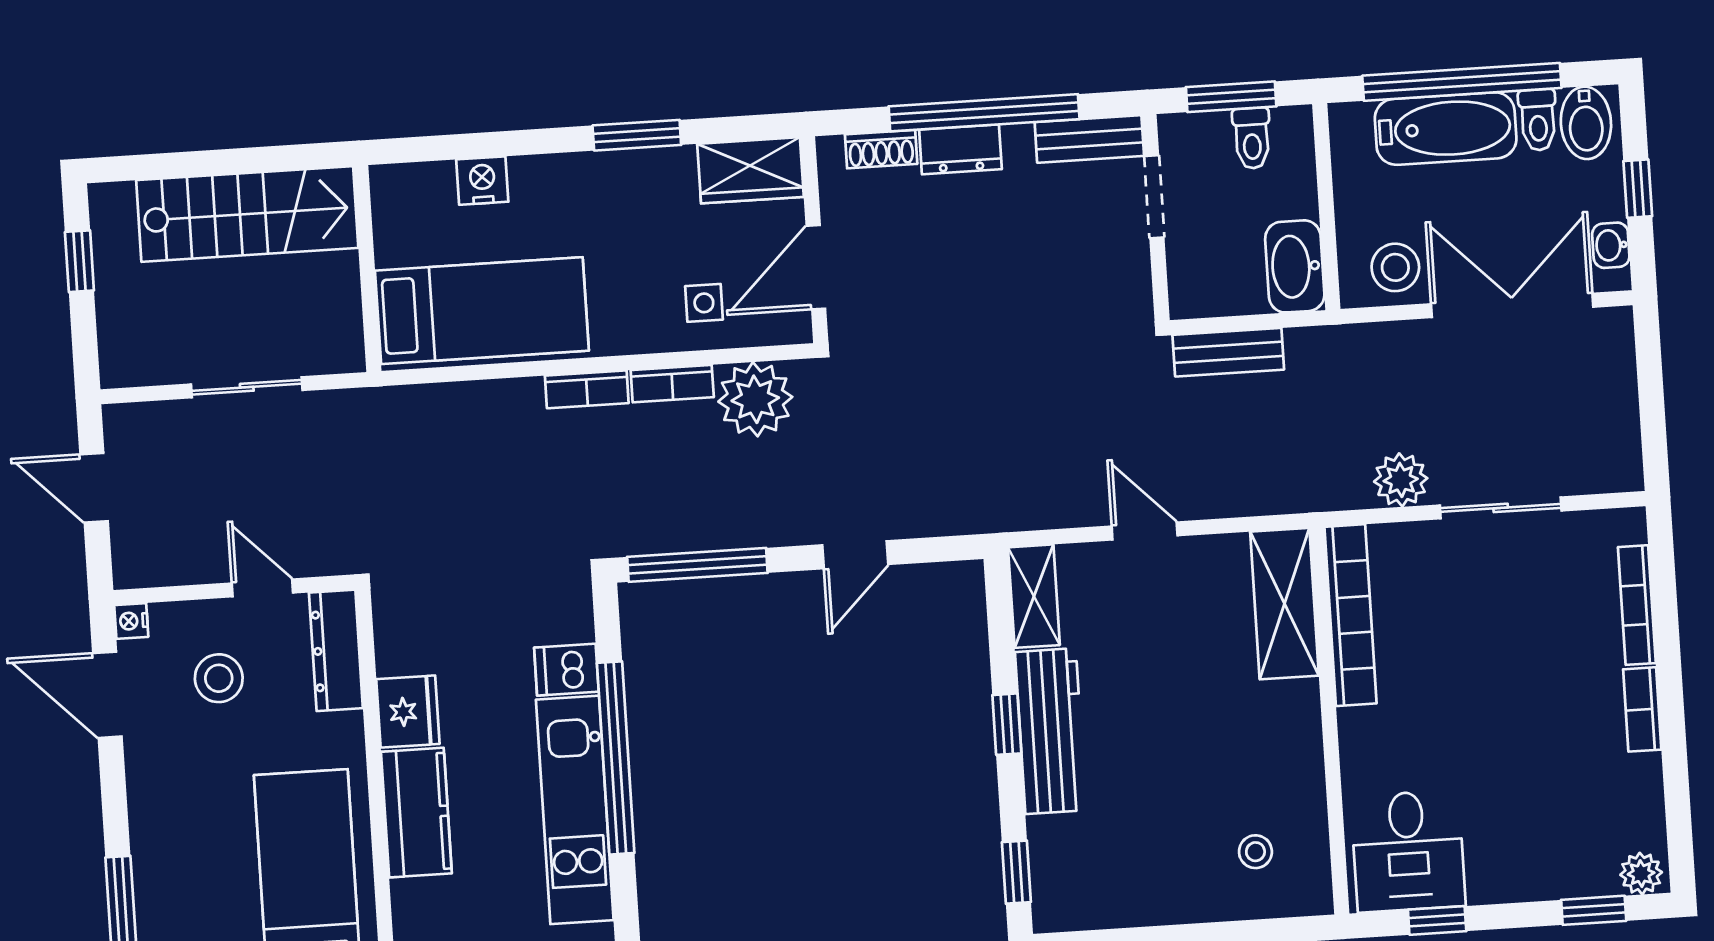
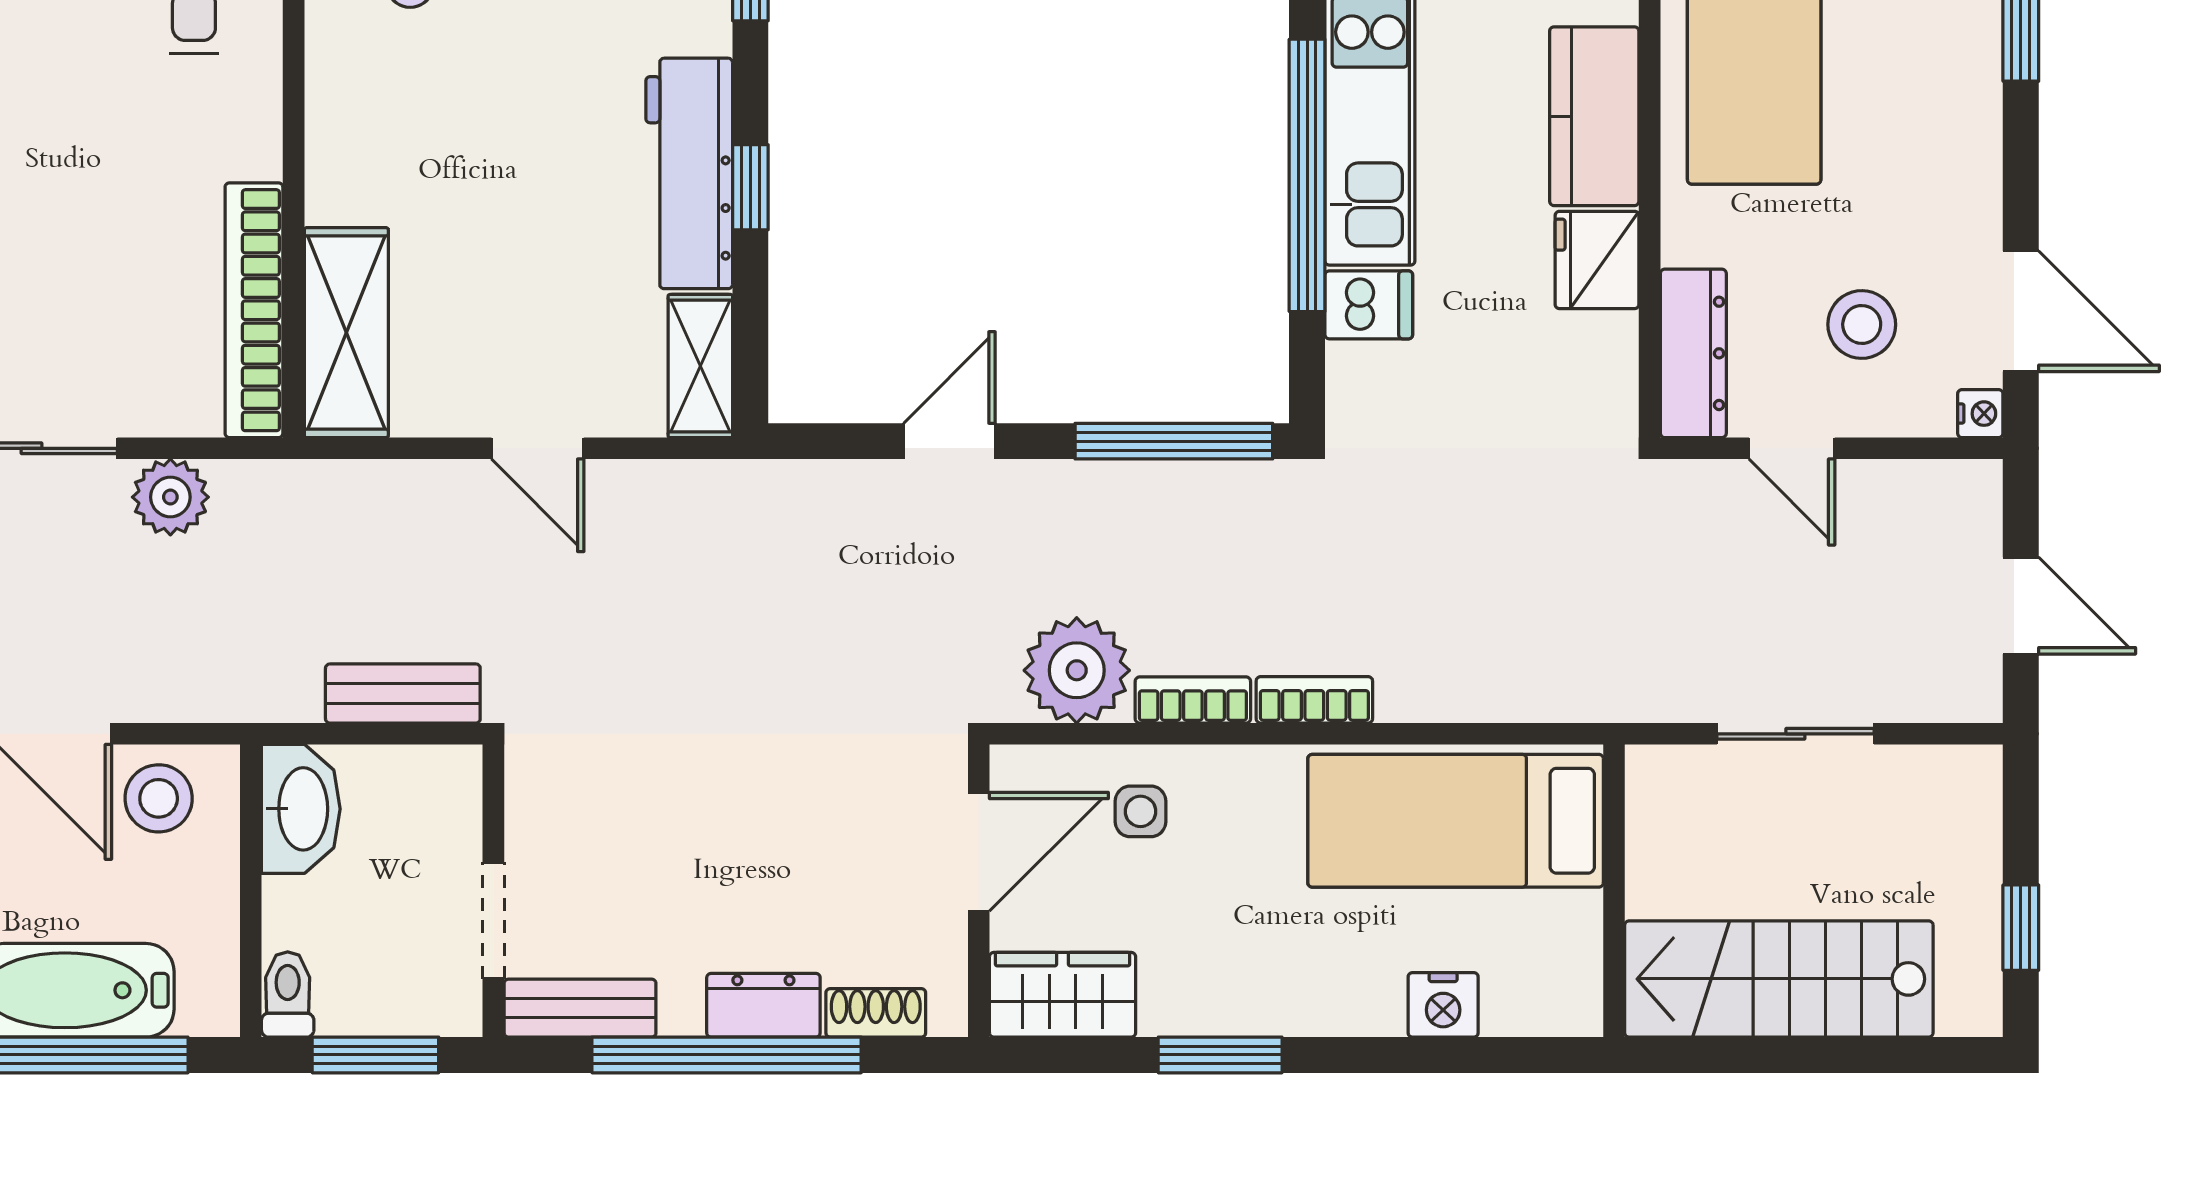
toilet: (1252, 138) -> (288, 994), moved

